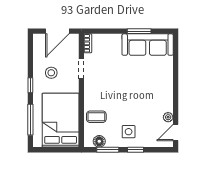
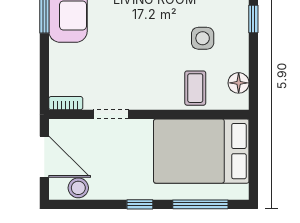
stool: (51, 73) -> (78, 188), moved
side table: (129, 132) -> (203, 38), moved
window: (108, 150) -> (253, 68), removed

